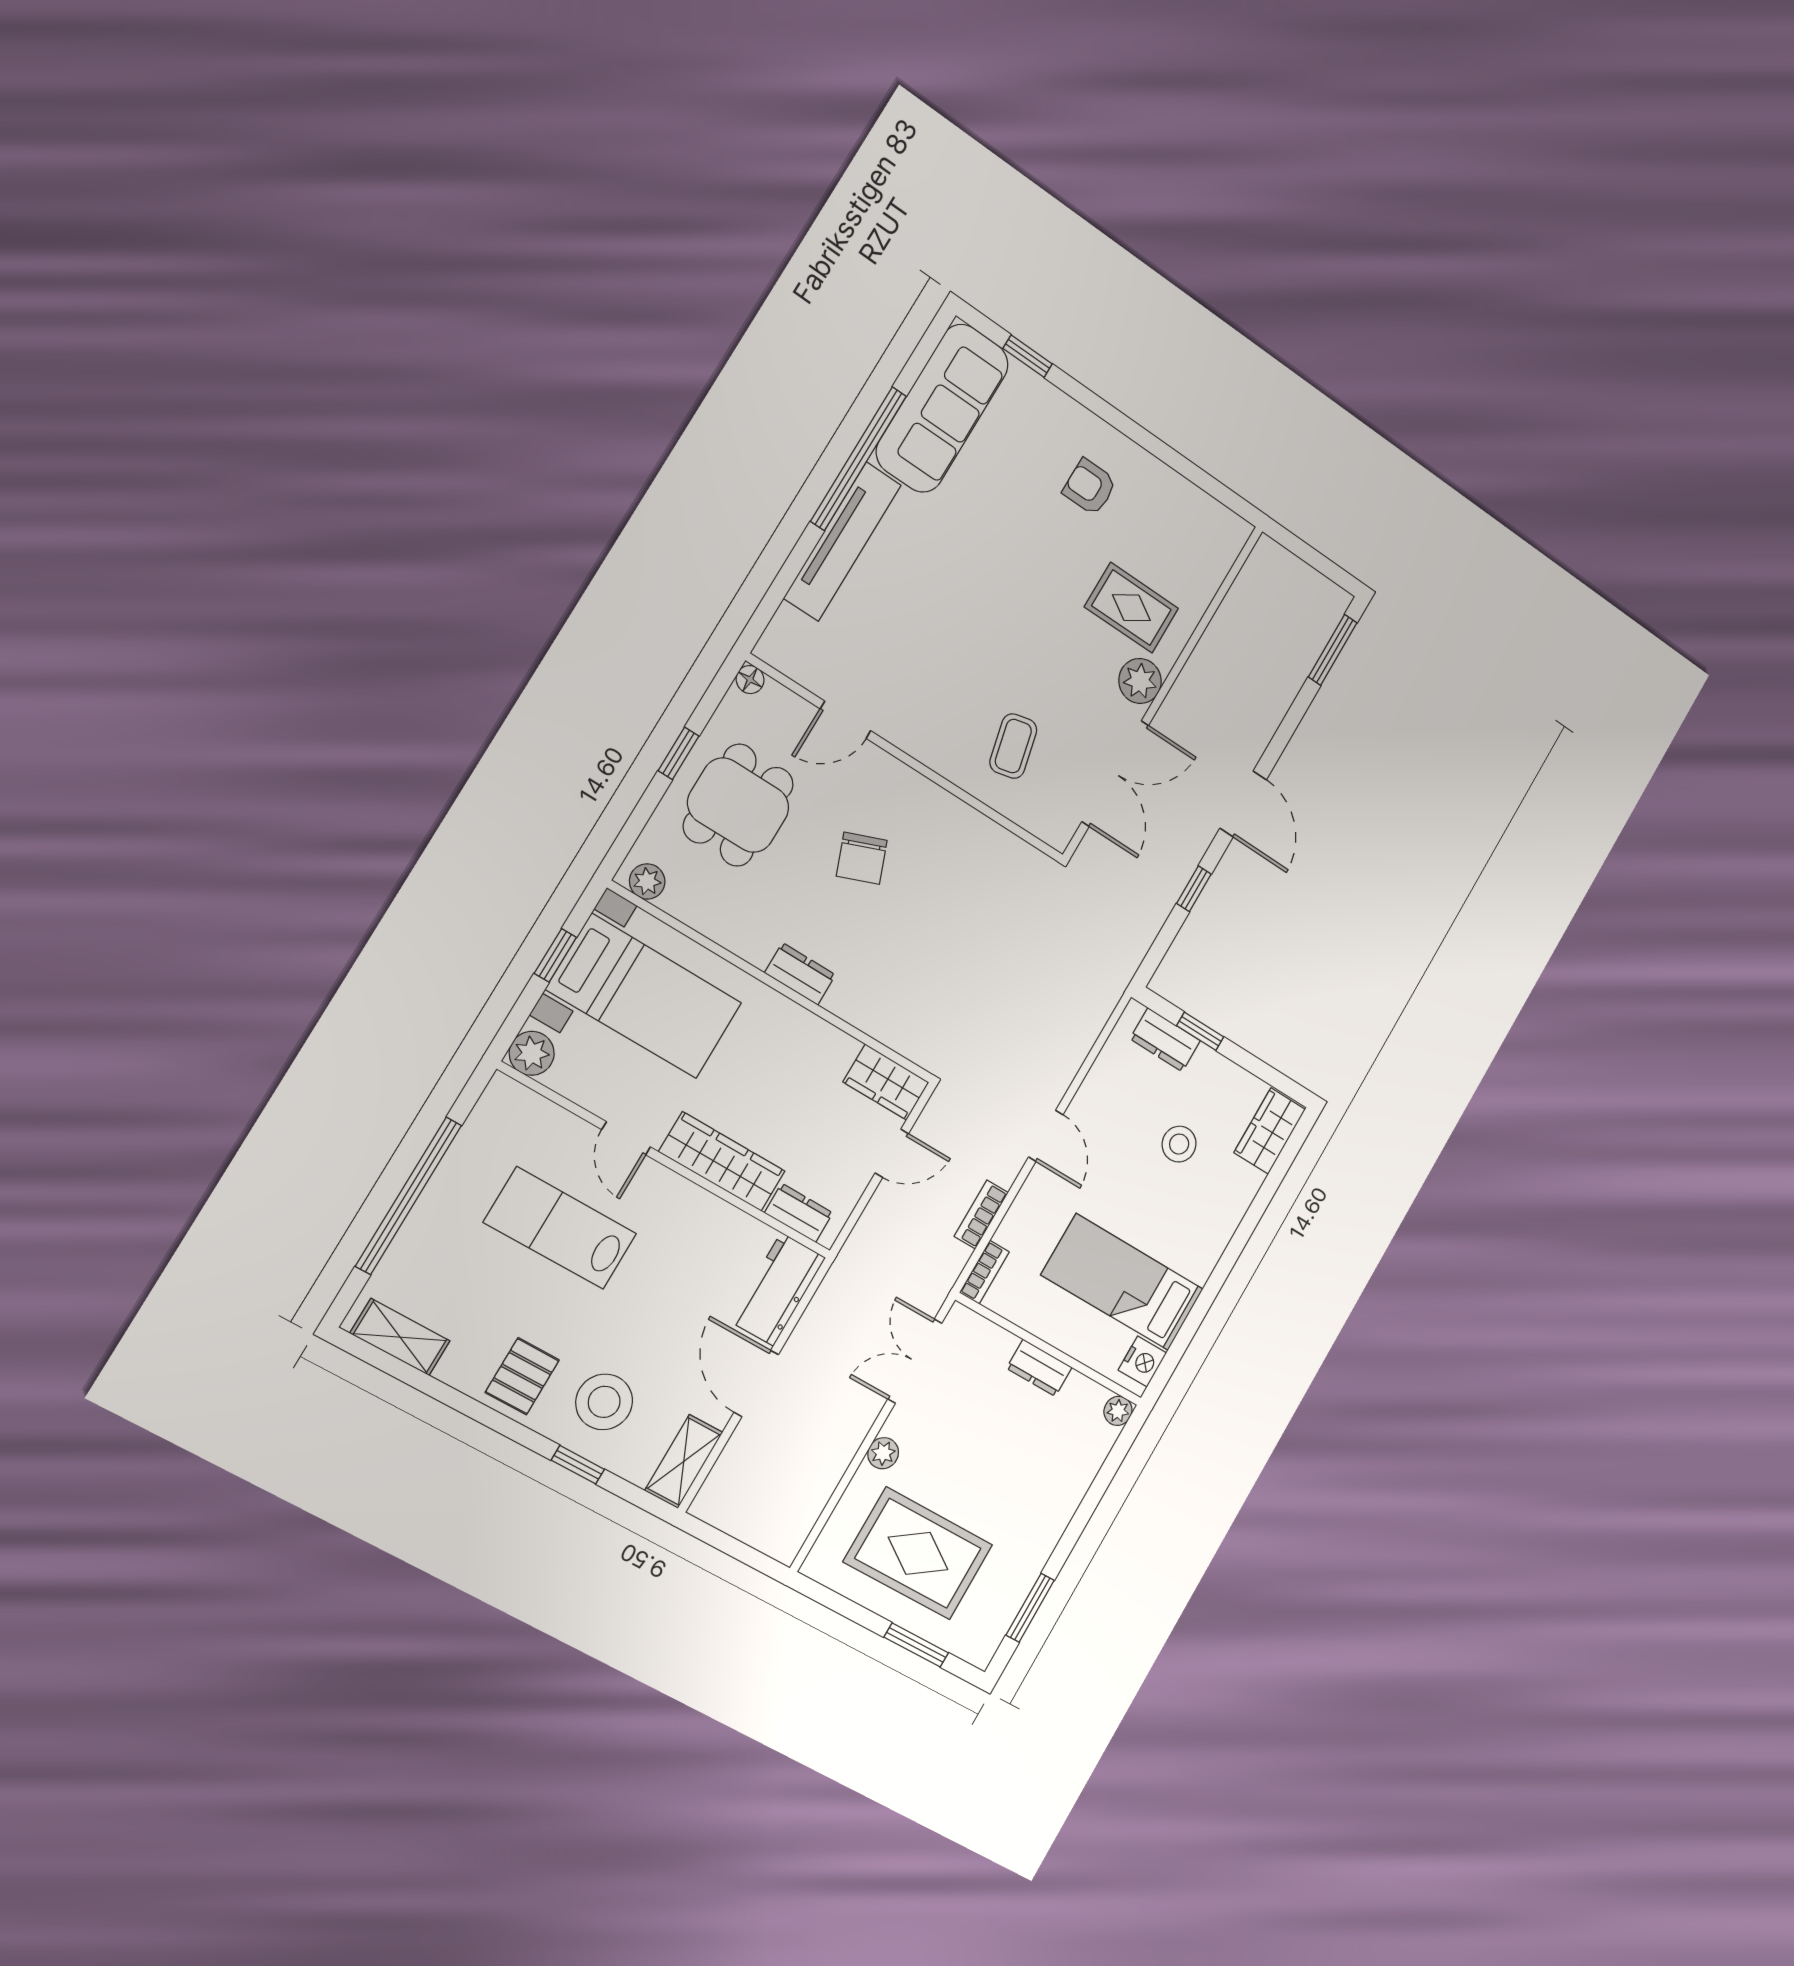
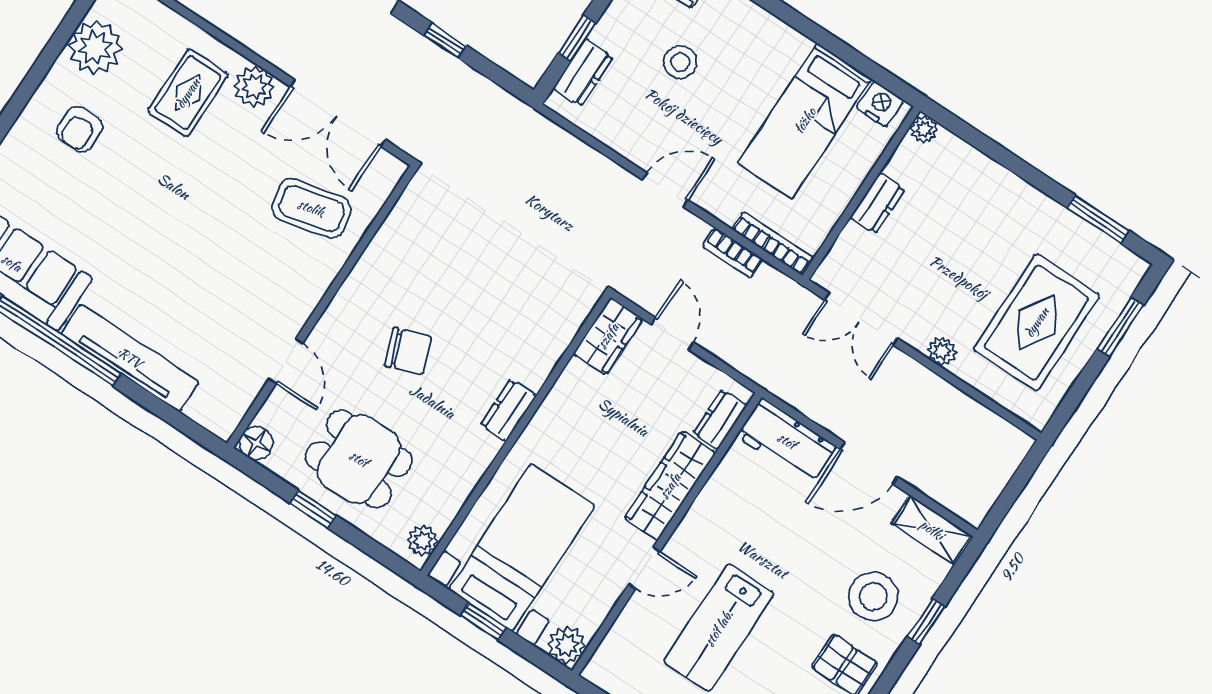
plant: (1175, 505) -> (95, 48), added
floor lamp: (750, 680) -> (256, 443), width x1.37, depth x1.37
coffee table: (1013, 746) -> (311, 208), width x1.36, depth x1.30
double door: (1115, 773) -> (338, 113), swing flipped
bookcase: (984, 1272) -> (773, 243), width x1.56

